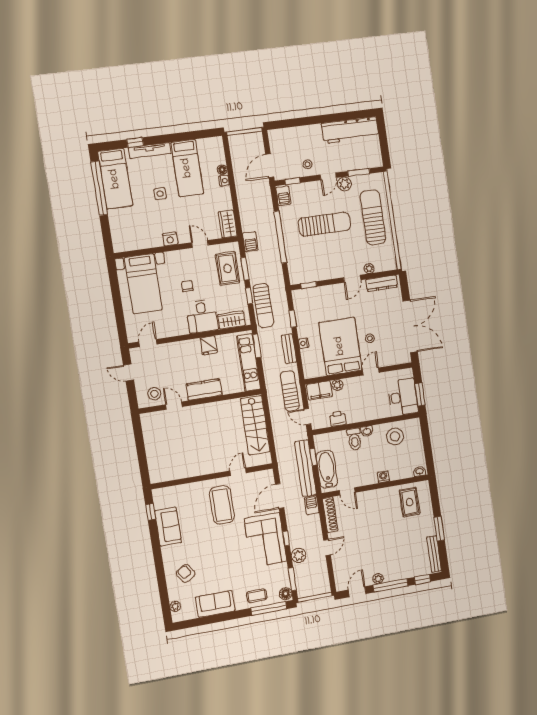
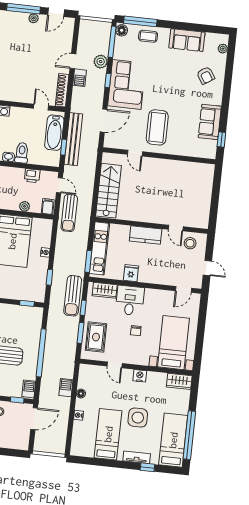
tv unit: (150, 151) -> (137, 457), width x0.71
floor lamp: (222, 170) -> (81, 394), moved
side table: (160, 194) -> (138, 418), width x1.87, depth x1.87
wardrobe: (228, 224) -> (179, 381), moved, turned 90
barbecue: (250, 242) -> (66, 388), moved
sun lounger: (263, 306) -> (73, 296), turned 180
bench: (289, 349) -> (60, 251), removed
filing cabinet: (319, 390) -> (48, 207), width x0.50
door: (238, 472) -> (135, 153), hinge flipped
barbecue: (312, 505) -> (80, 78), moved
window: (292, 579) -> (112, 42), width x1.44

